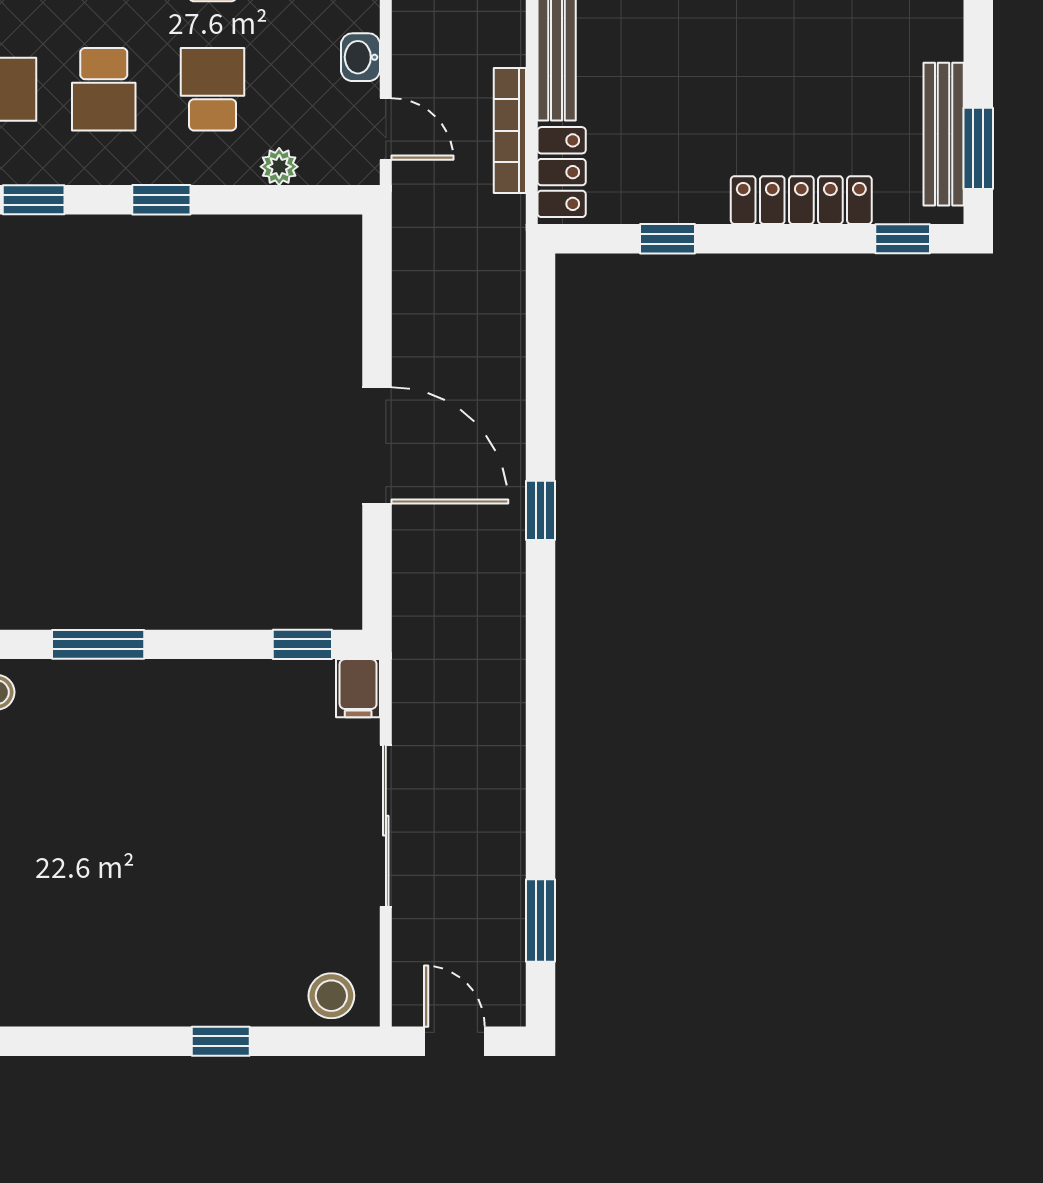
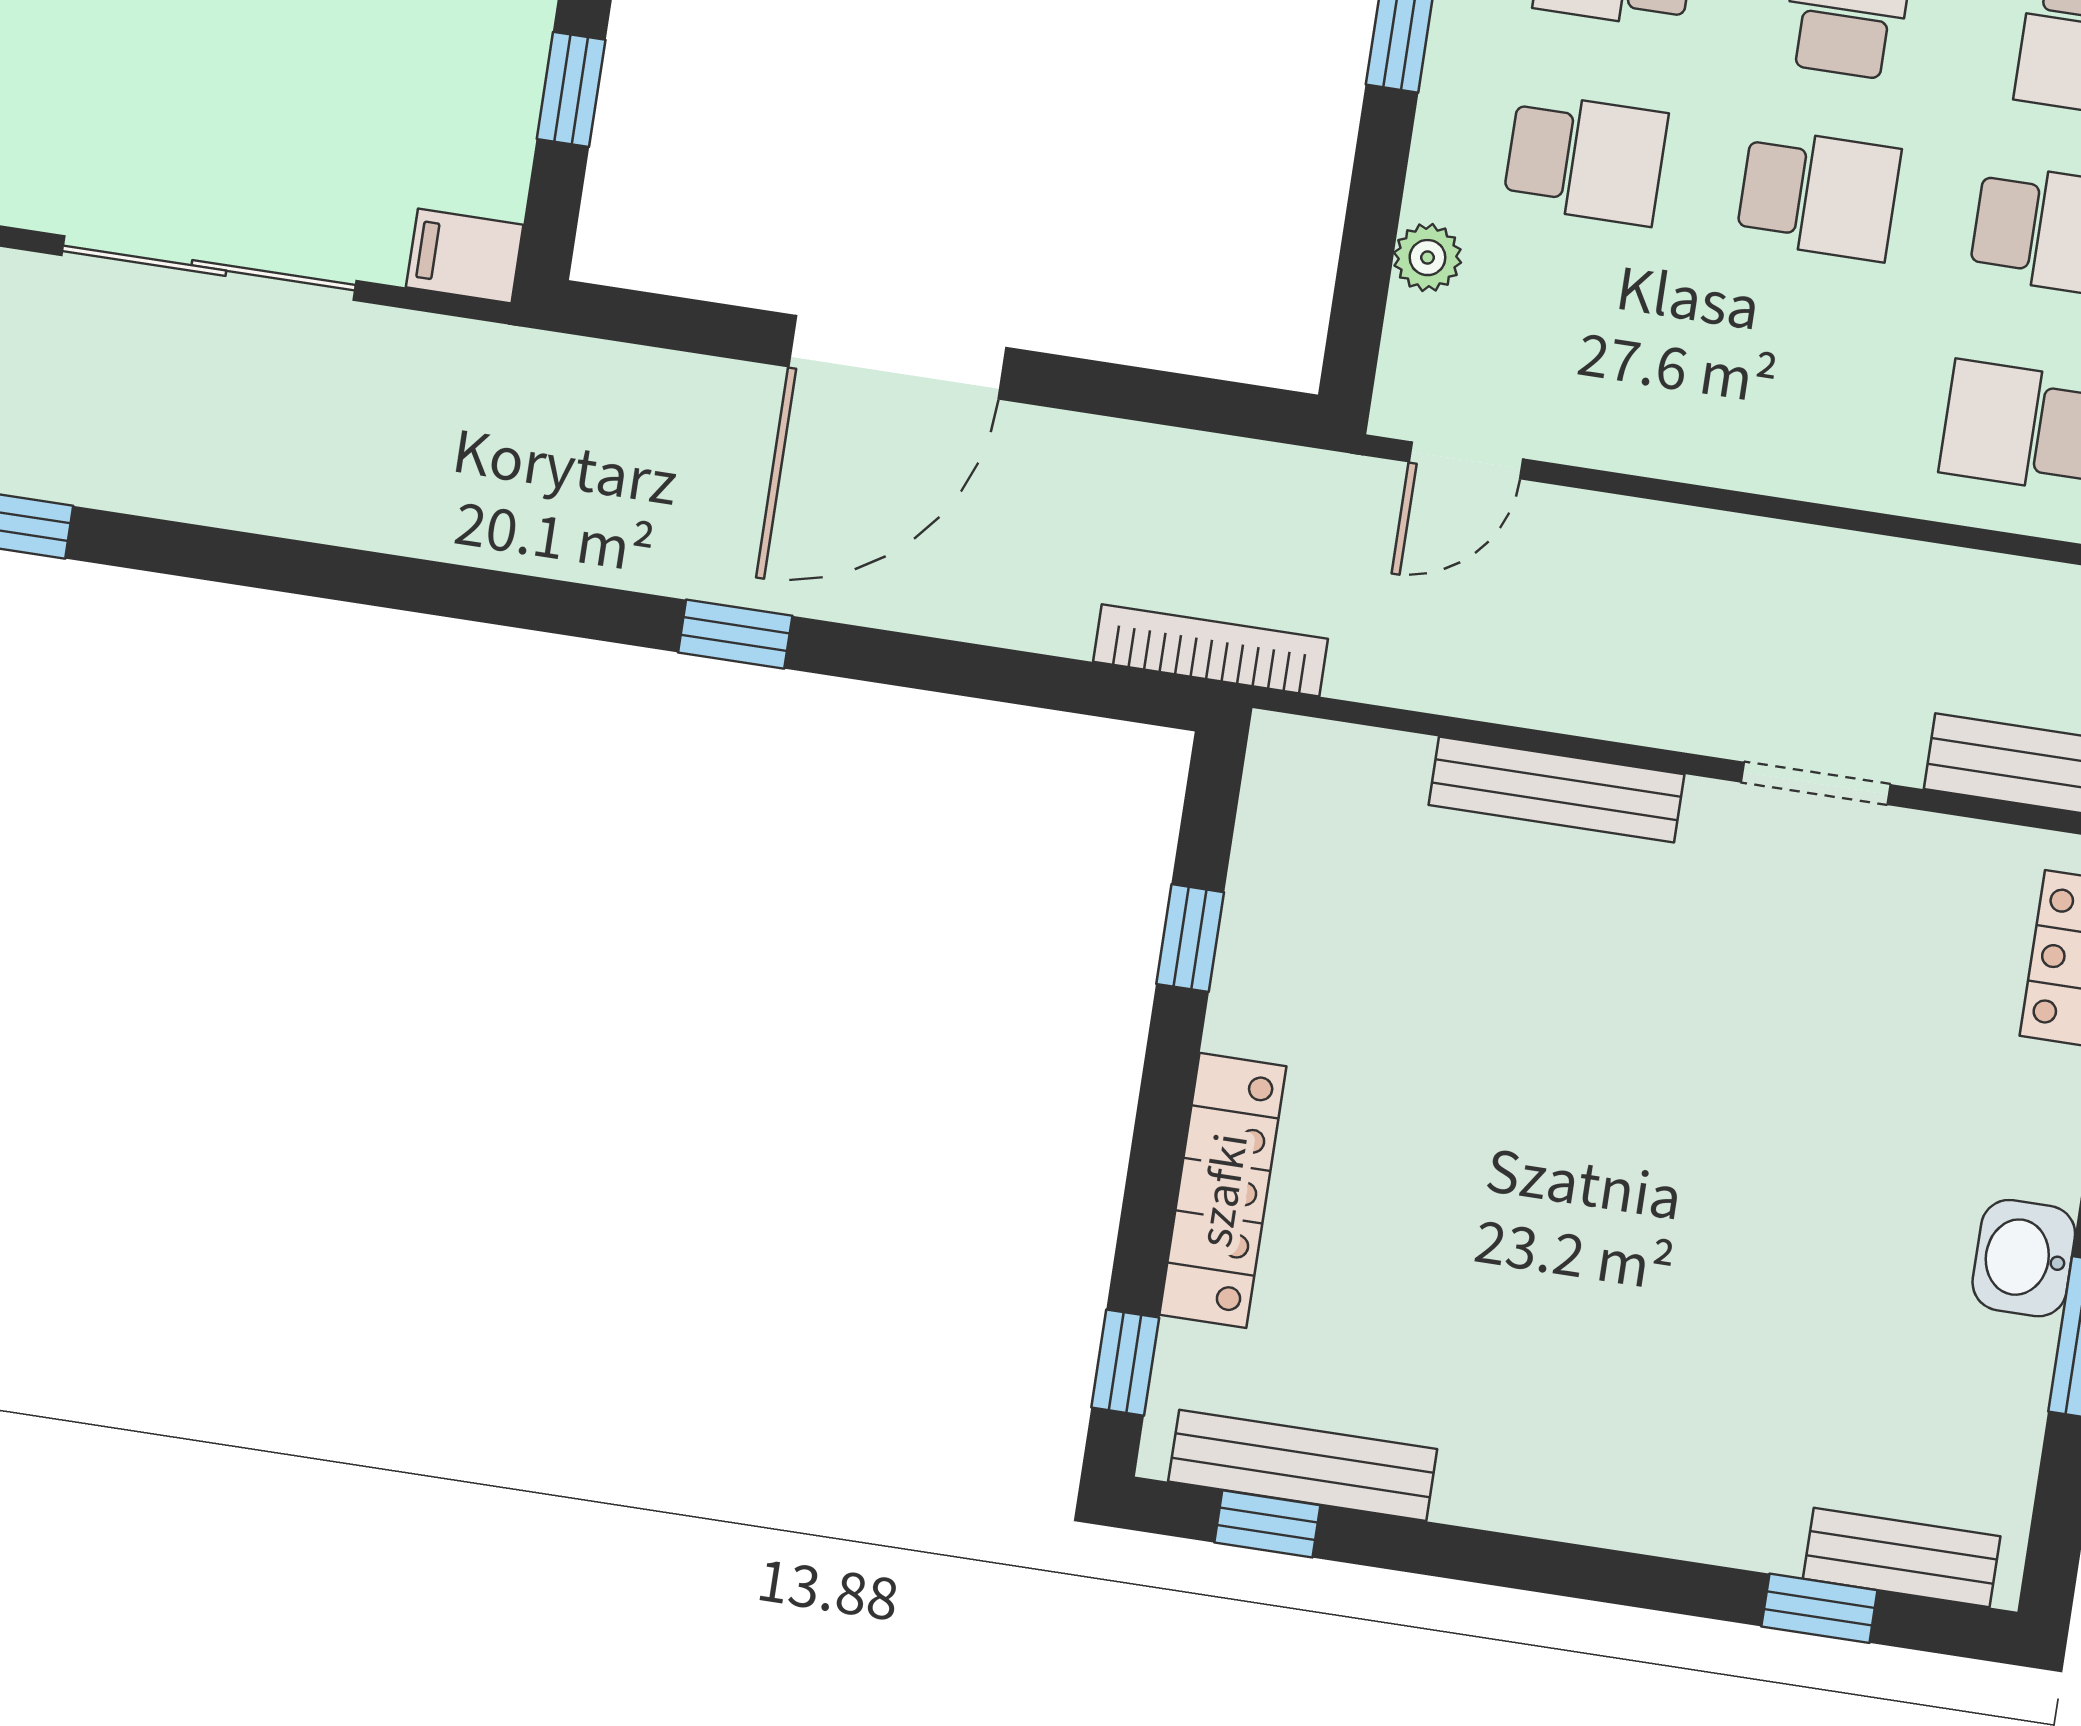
washbasin: (361, 57) -> (1602, 435), removed
bookcase: (510, 131) -> (1211, 650), moved
window: (978, 148) -> (1267, 1524), width x0.67
locker: (562, 172) -> (1340, 766), removed
window: (302, 644) -> (571, 89), moved

